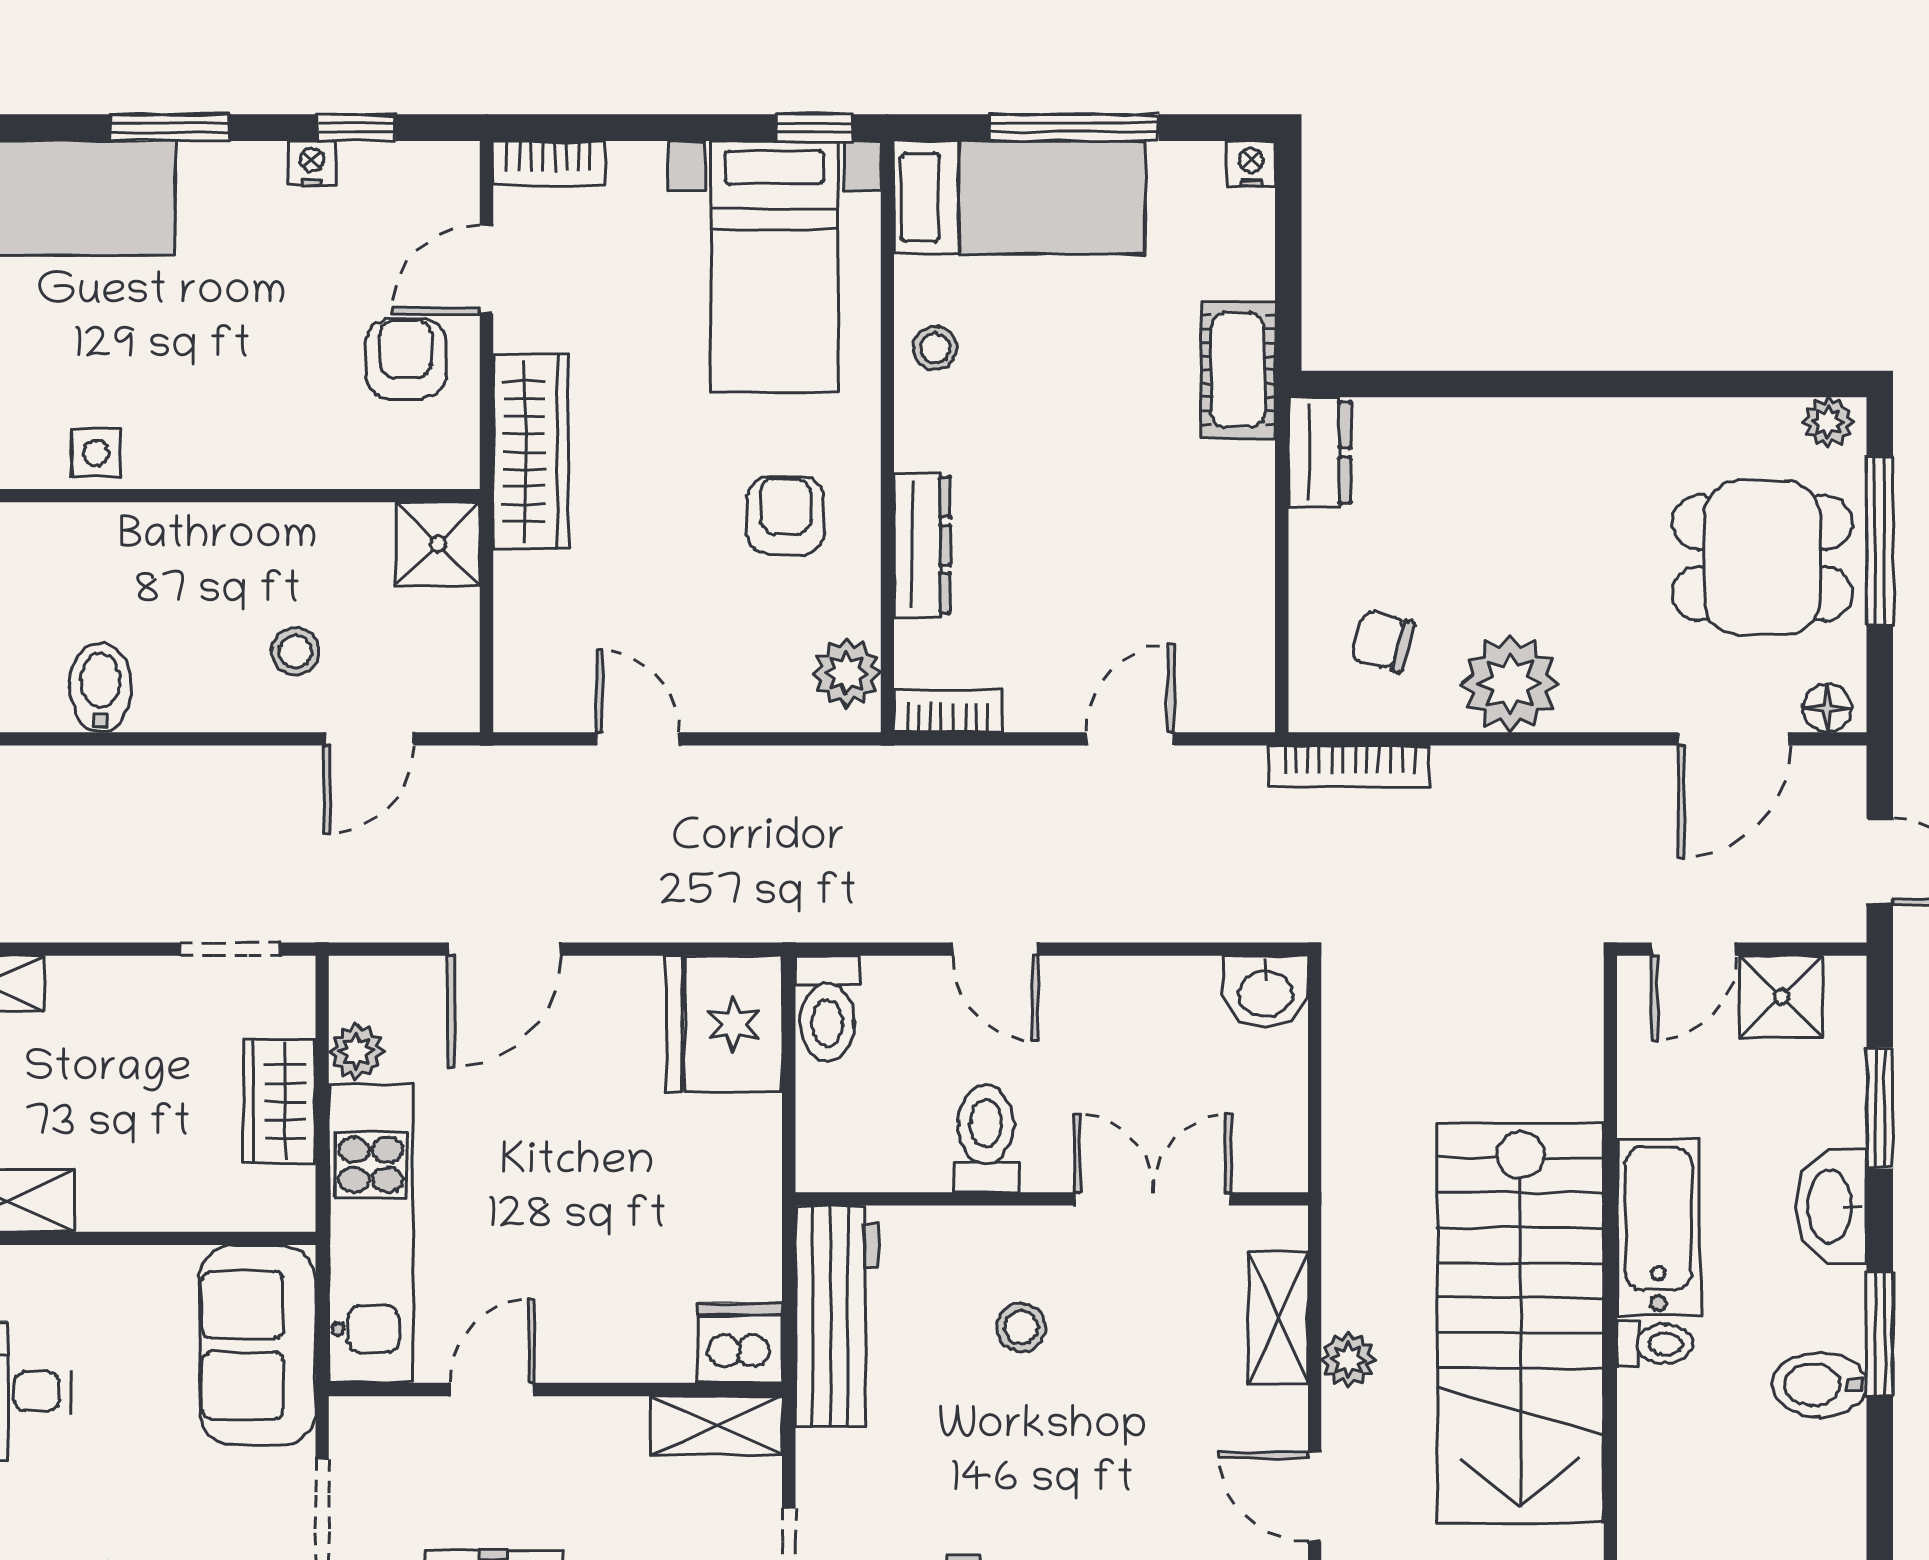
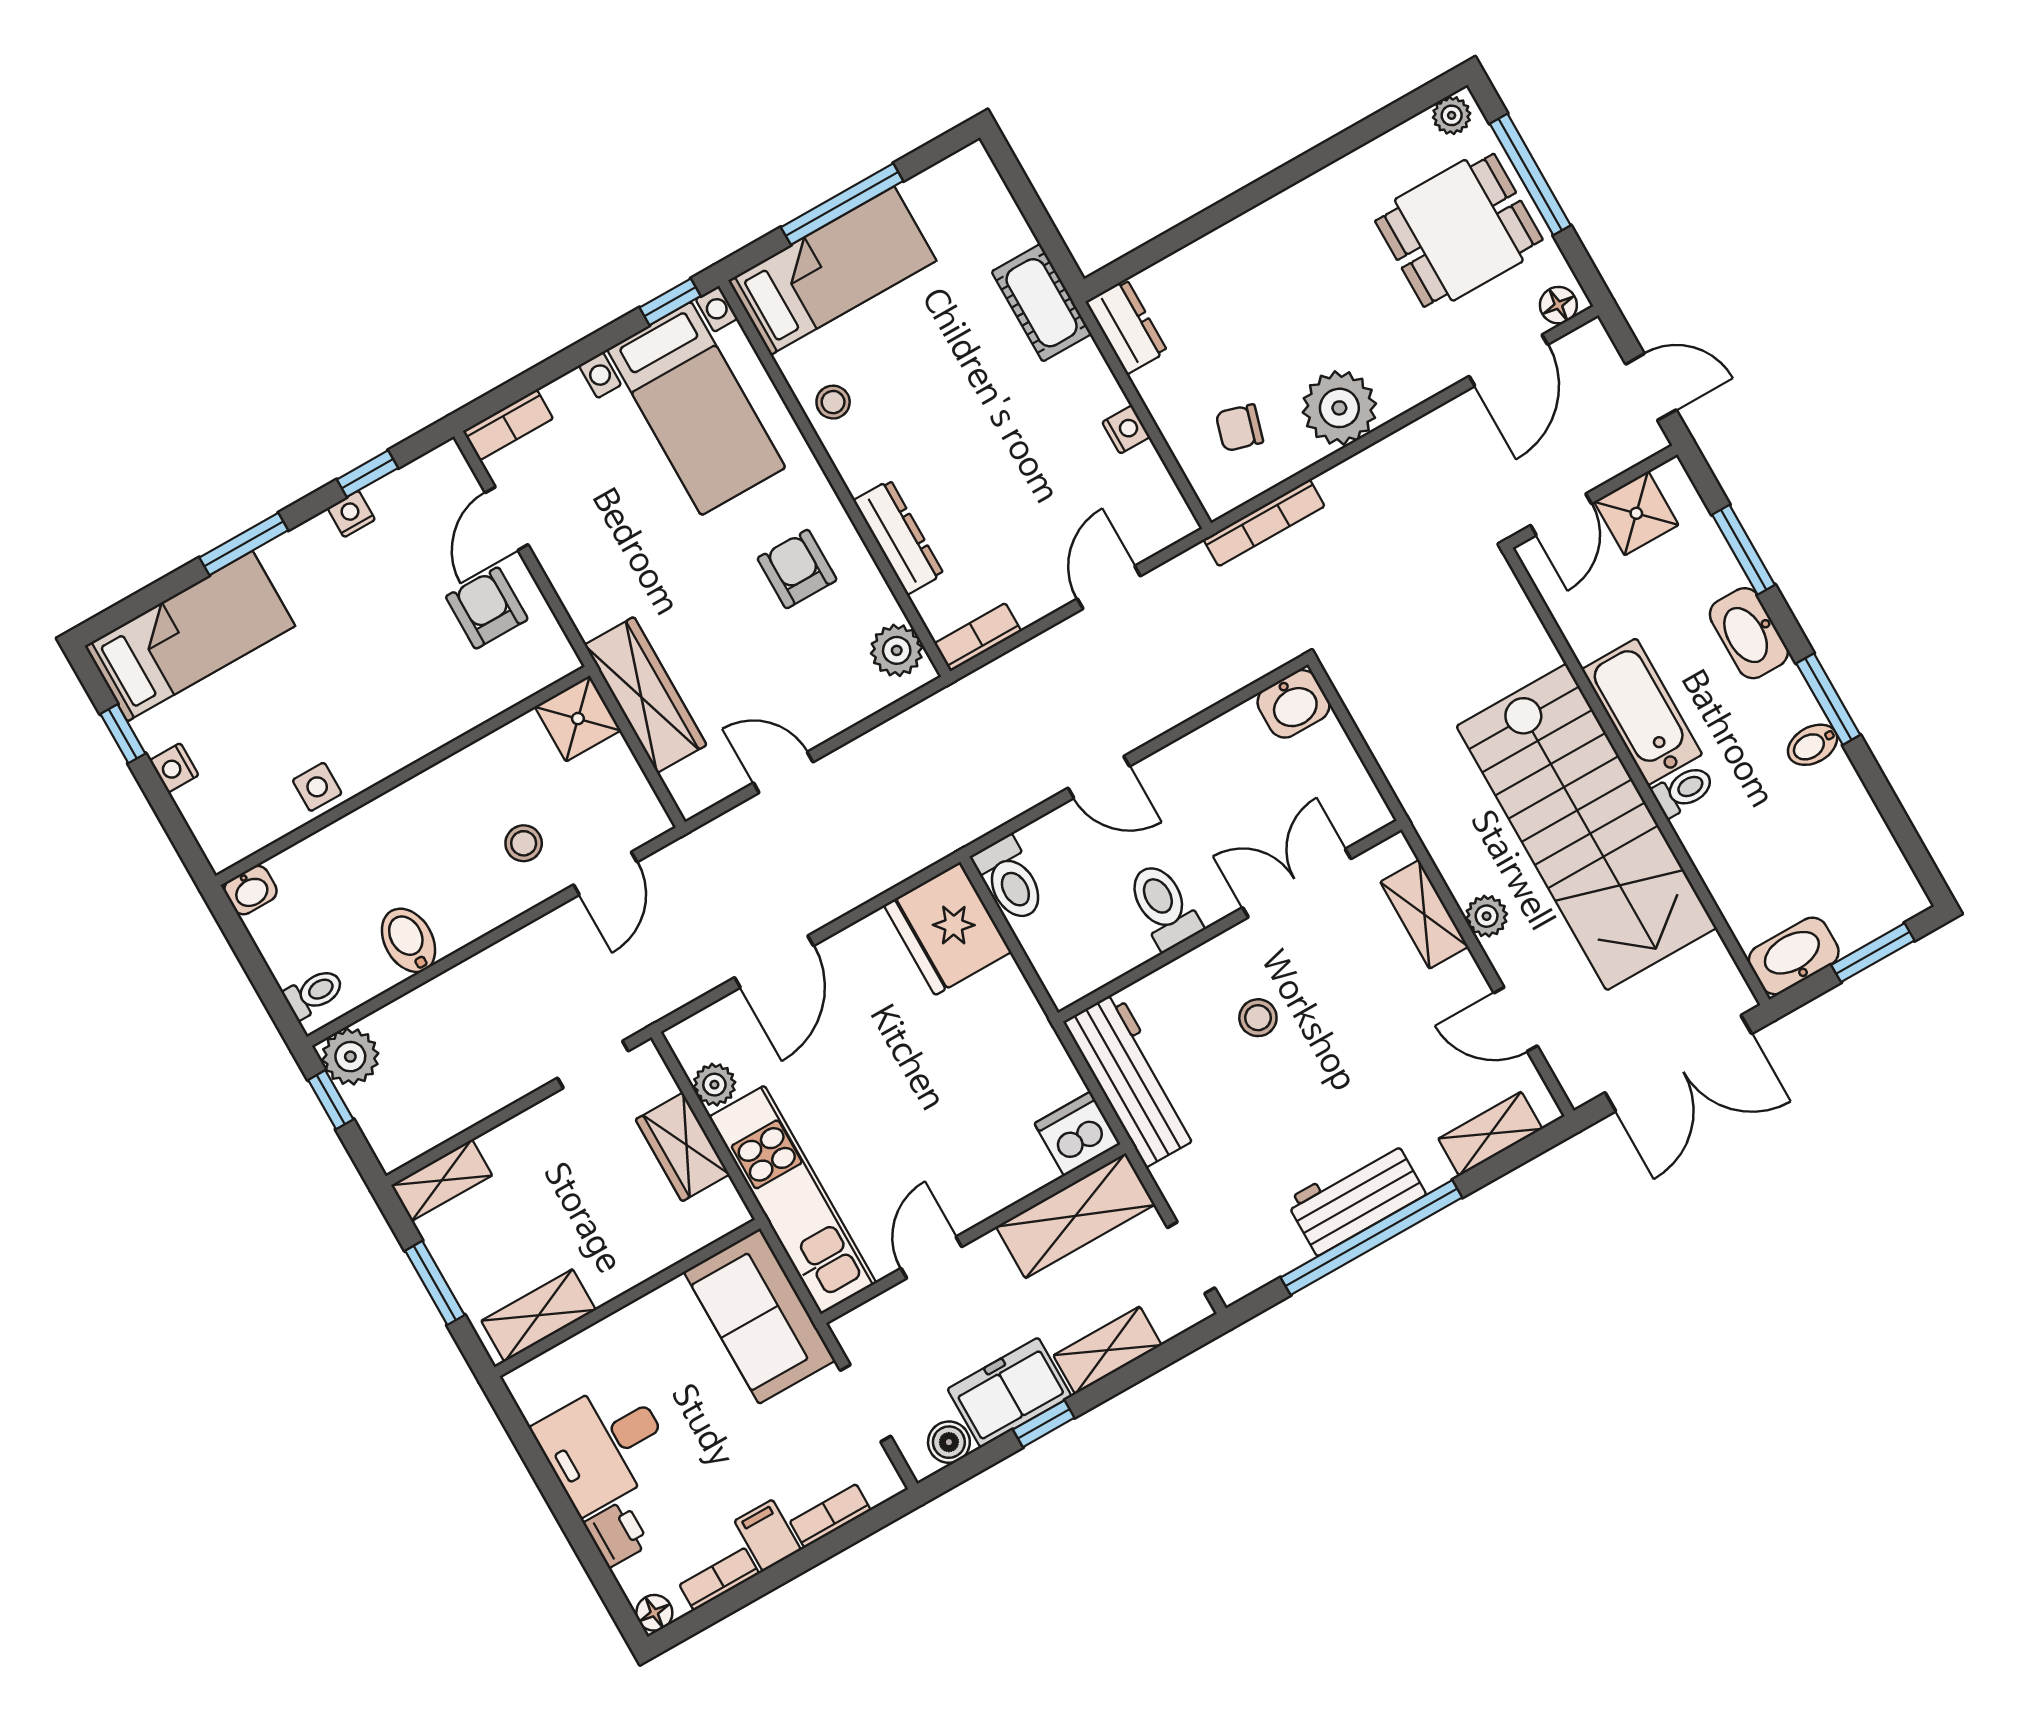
nightstand: (1251, 164) -> (1126, 430), moved, turned 90
wardrobe: (531, 451) -> (645, 695), moved
bidet: (1820, 1385) -> (1813, 745), width x0.72, depth x0.74
shelving: (717, 1426) -> (1075, 1216), width x1.50, depth x1.33

